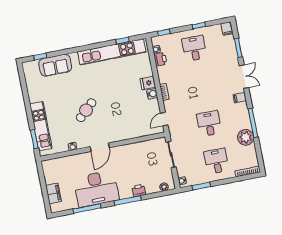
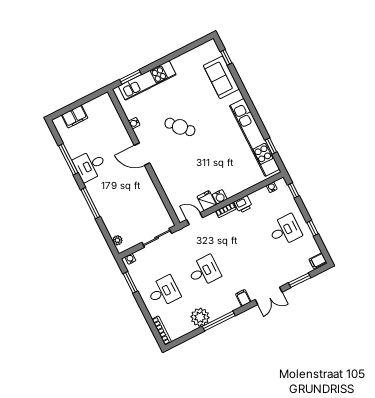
printer: (160, 59) -> (243, 204), moved
fridge: (148, 83) -> (207, 201), moved
desk: (96, 189) -> (90, 166), width x0.53, depth x0.77
printer: (139, 190) -> (105, 213), removed

